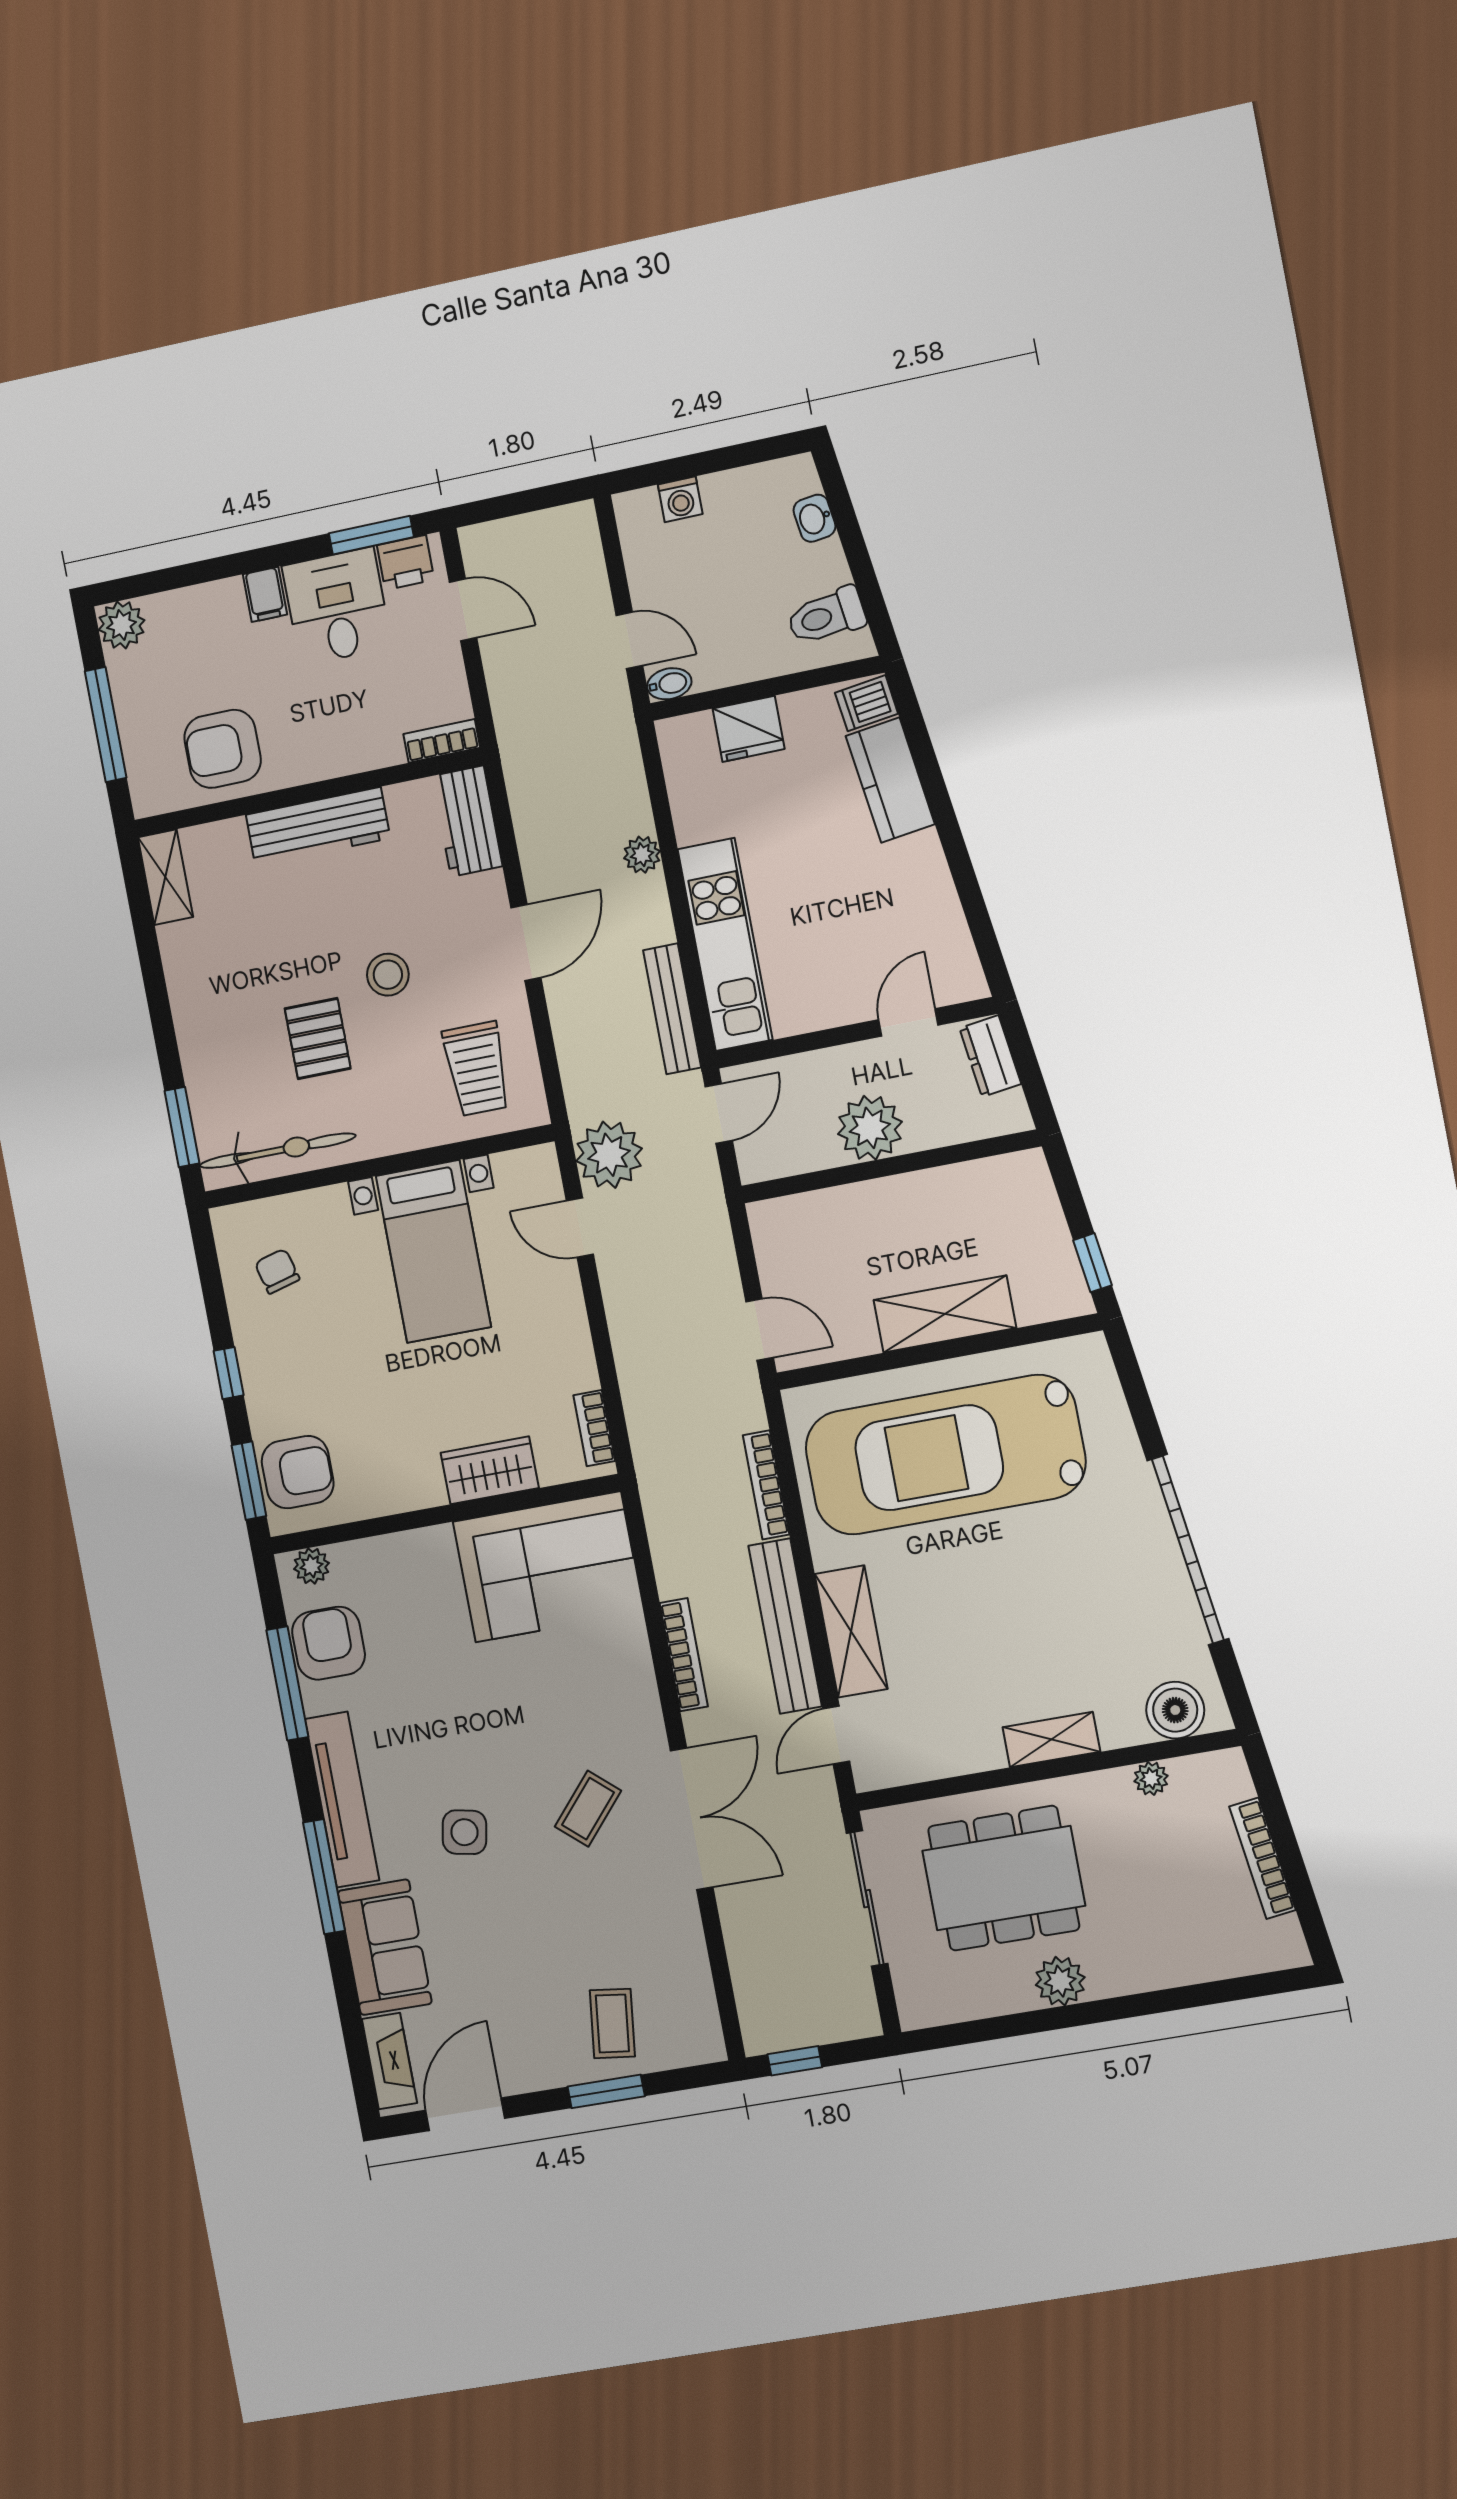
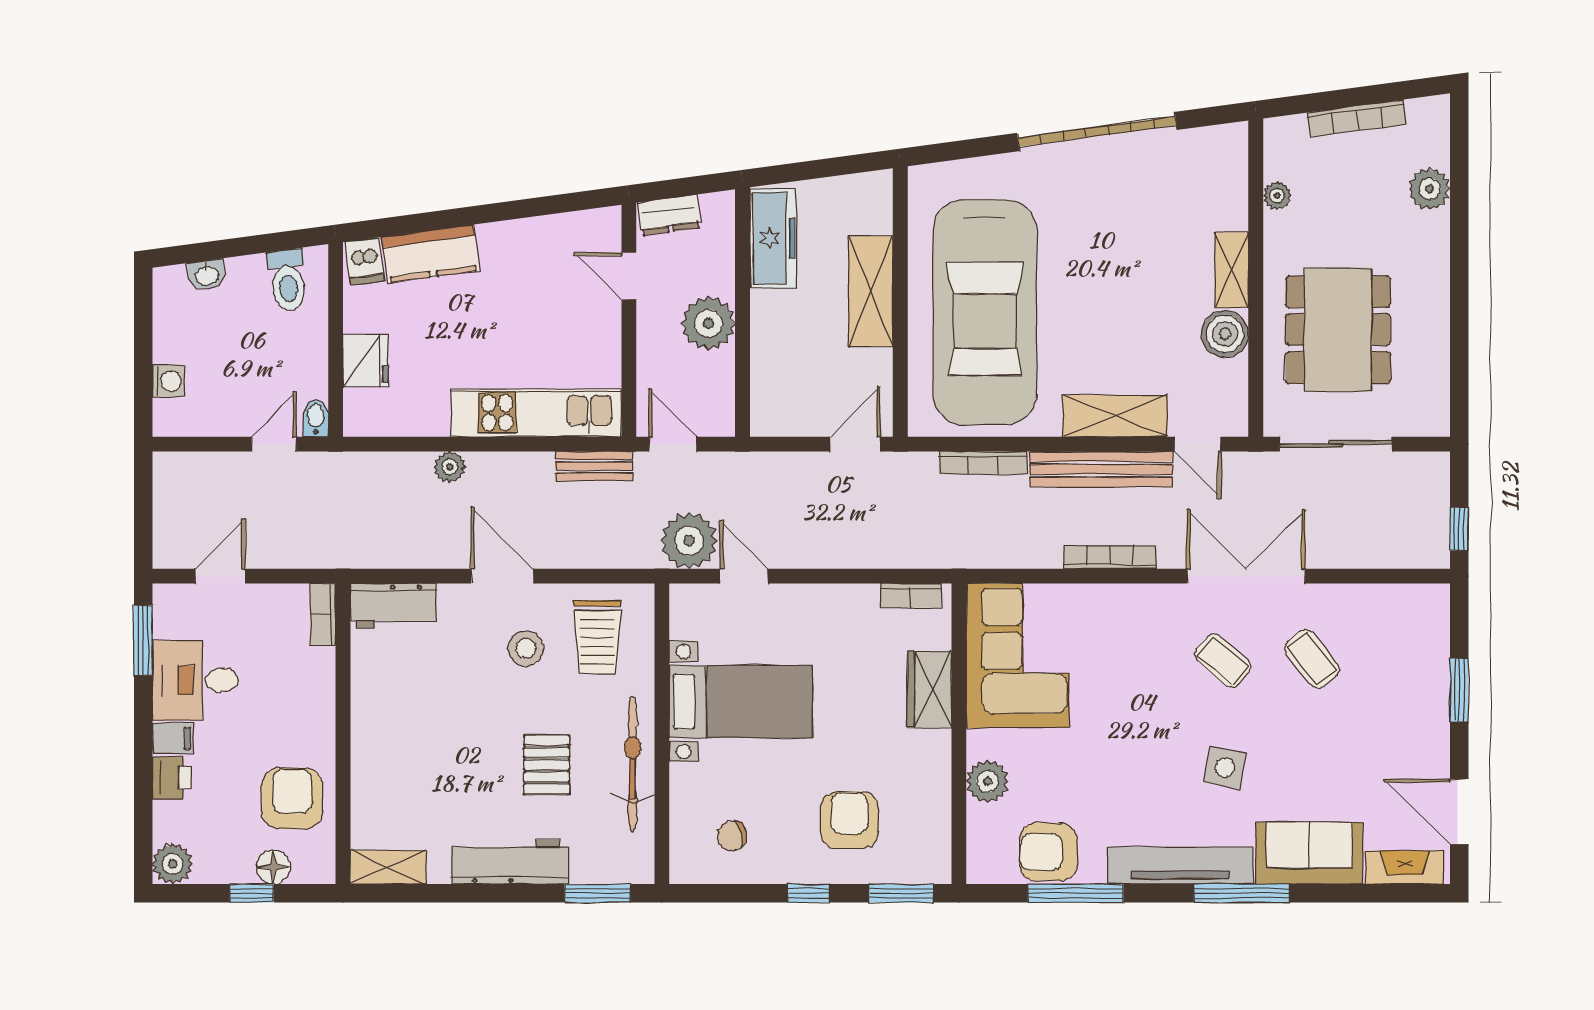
printer: (406, 563) -> (172, 778), moved
window: (106, 724) -> (252, 893), width x0.46
floor lamp: (140, 743) -> (273, 867), added
armchair: (223, 749) -> (292, 798), turned 180
workbench: (318, 826) -> (510, 862), moved, turned -90
stool: (388, 975) -> (526, 648), moved
bench: (672, 1009) -> (594, 466), width x0.73
pallet: (318, 1039) -> (547, 765), turned 90
trolley: (477, 1069) -> (597, 637), turned 90
bicycle: (278, 1151) -> (633, 764), moved
freezer: (986, 1186) -> (773, 238), added
door: (580, 1228) -> (744, 576), swing flipped
window: (1093, 1263) -> (852, 164), removed
armchair: (298, 1472) -> (849, 820), moved
plant: (311, 1566) -> (987, 781), moved, width x1.38, depth x1.38
boiler: (1175, 1710) -> (1225, 334), moved
plant: (1060, 1981) -> (1430, 189), moved
coffee table: (612, 2023) -> (1312, 659), moved, turned 45

